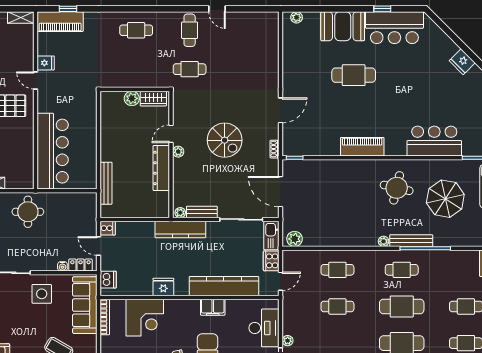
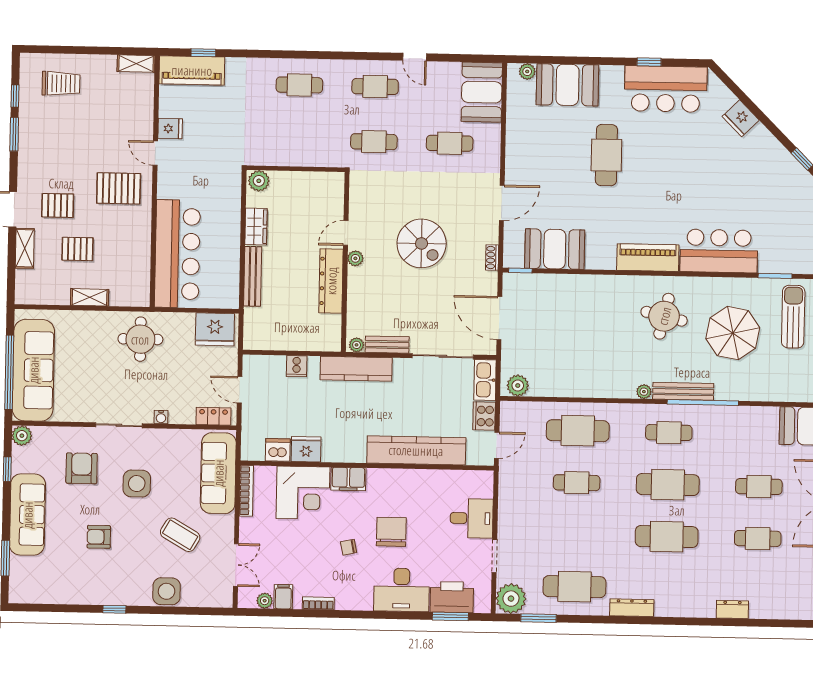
booth: (343, 26) -> (567, 85), moved
cafe table: (190, 30) -> (375, 87), turned 90
booth: (265, 33) -> (482, 92), added
fridge: (462, 62) -> (741, 118), moved
cafe table: (243, 69) -> (450, 143), added
cafe table: (354, 75) -> (606, 155), turned 90
plant: (132, 98) -> (259, 181), moved
wardrobe: (153, 99) -> (256, 227), moved, turned -90
booth: (319, 142) -> (555, 249), added
piano: (362, 147) -> (648, 258), moved
bench: (106, 183) -> (253, 276), moved
fridge: (80, 204) -> (215, 329), added
cooker: (108, 228) -> (297, 366), moved, turned 90
water cooler: (62, 266) -> (161, 417), moved
cafe table: (337, 270) -> (578, 431), width x1.37, depth x1.35
dishwasher: (108, 280) -> (278, 450), moved, turned -90
fridge: (163, 287) -> (306, 449), moved
side table: (42, 294) -> (137, 484), moved
filing cabinet: (213, 307) -> (348, 479), moved
desk: (264, 328) -> (472, 518), width x0.73
plant: (288, 341) -> (505, 530), removed

